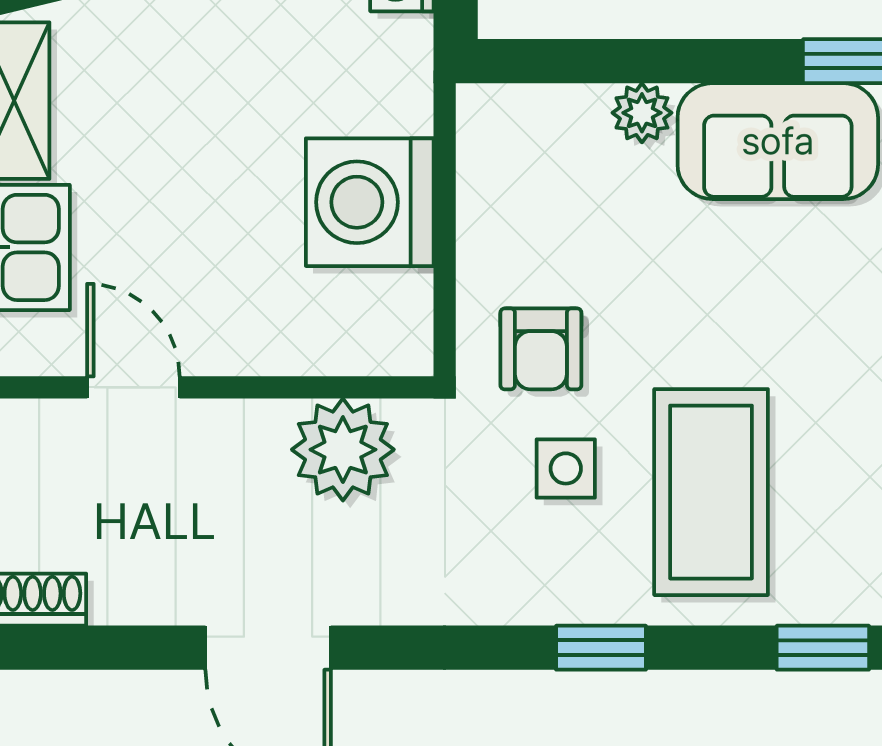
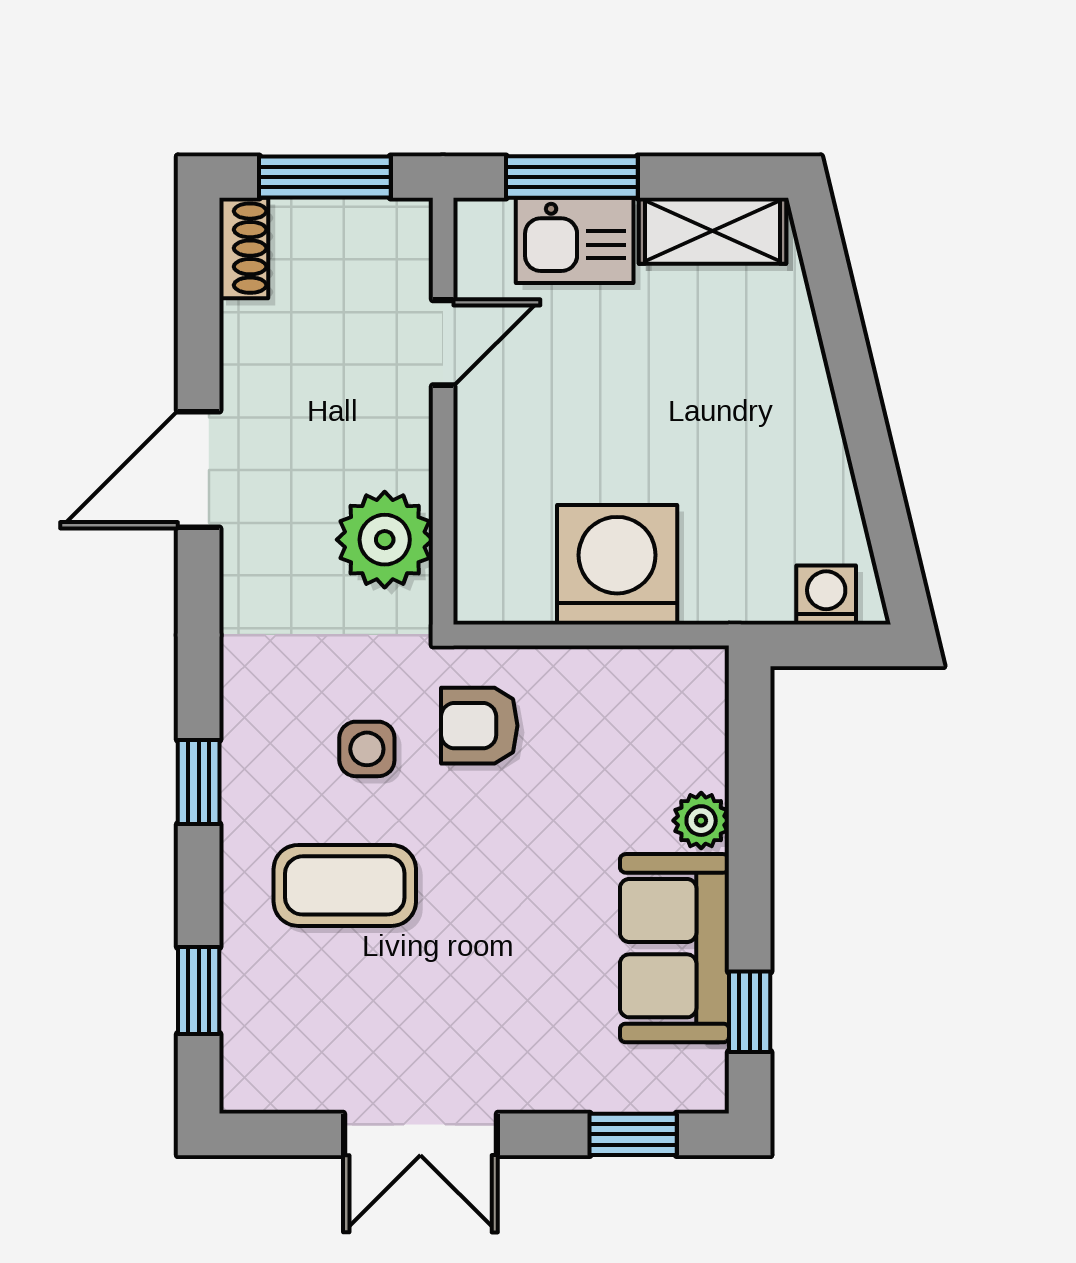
coffee table: (711, 492) -> (345, 885), width x0.73, depth x0.76

